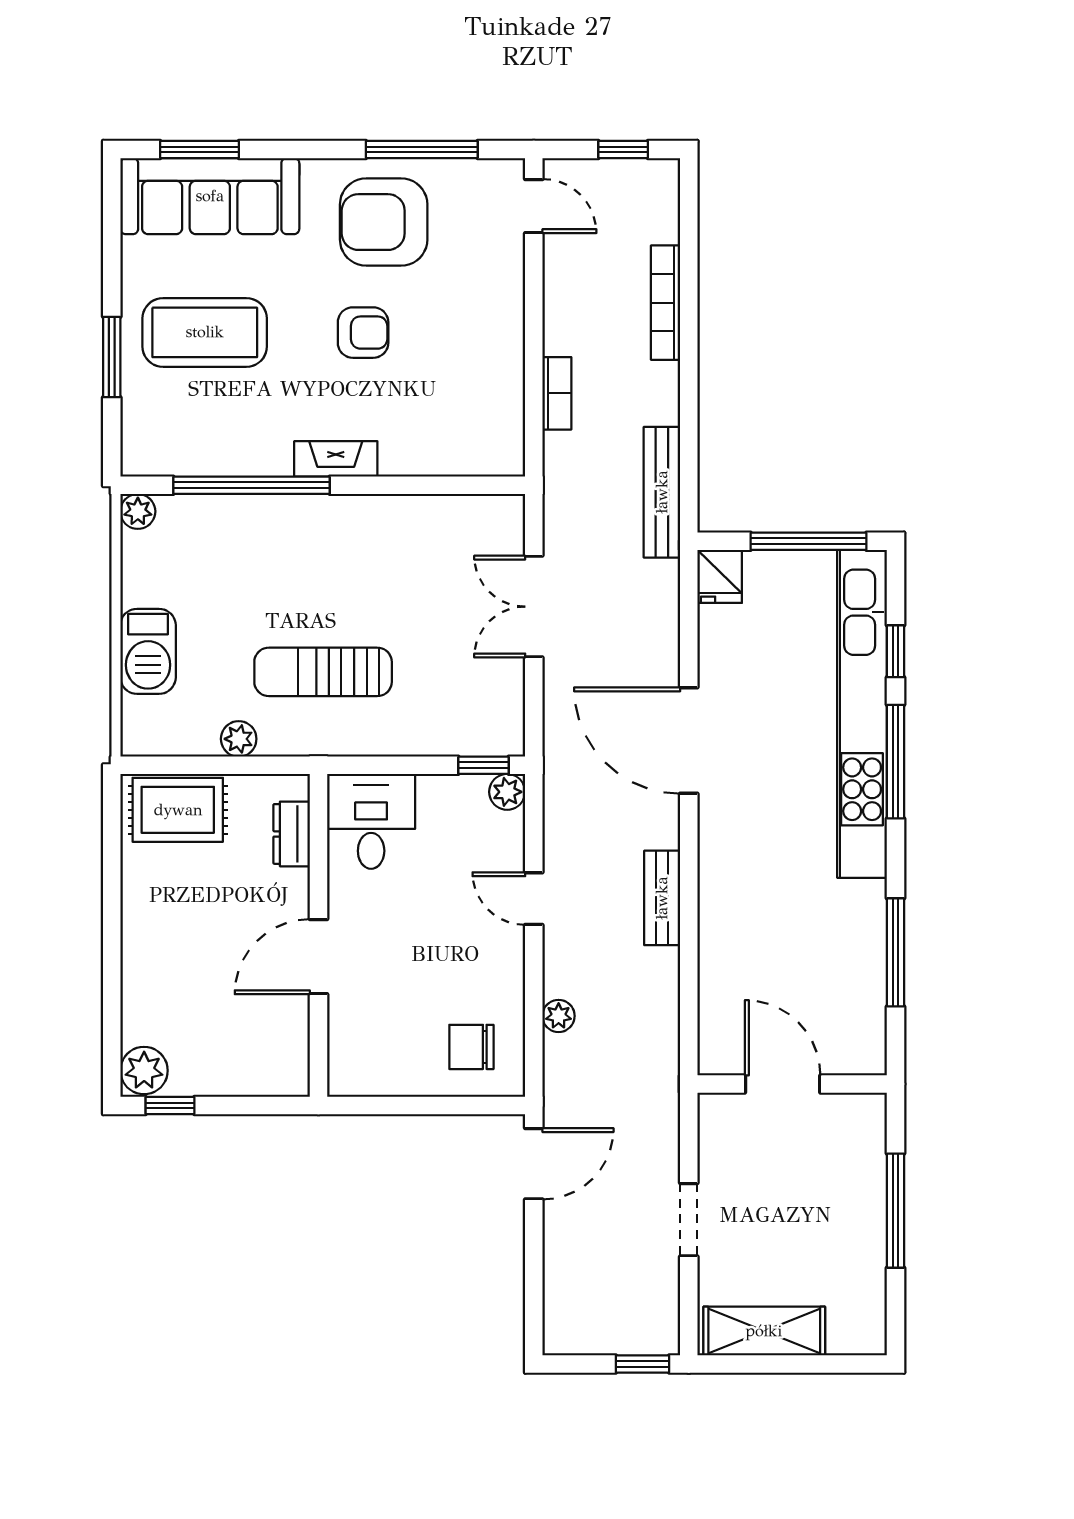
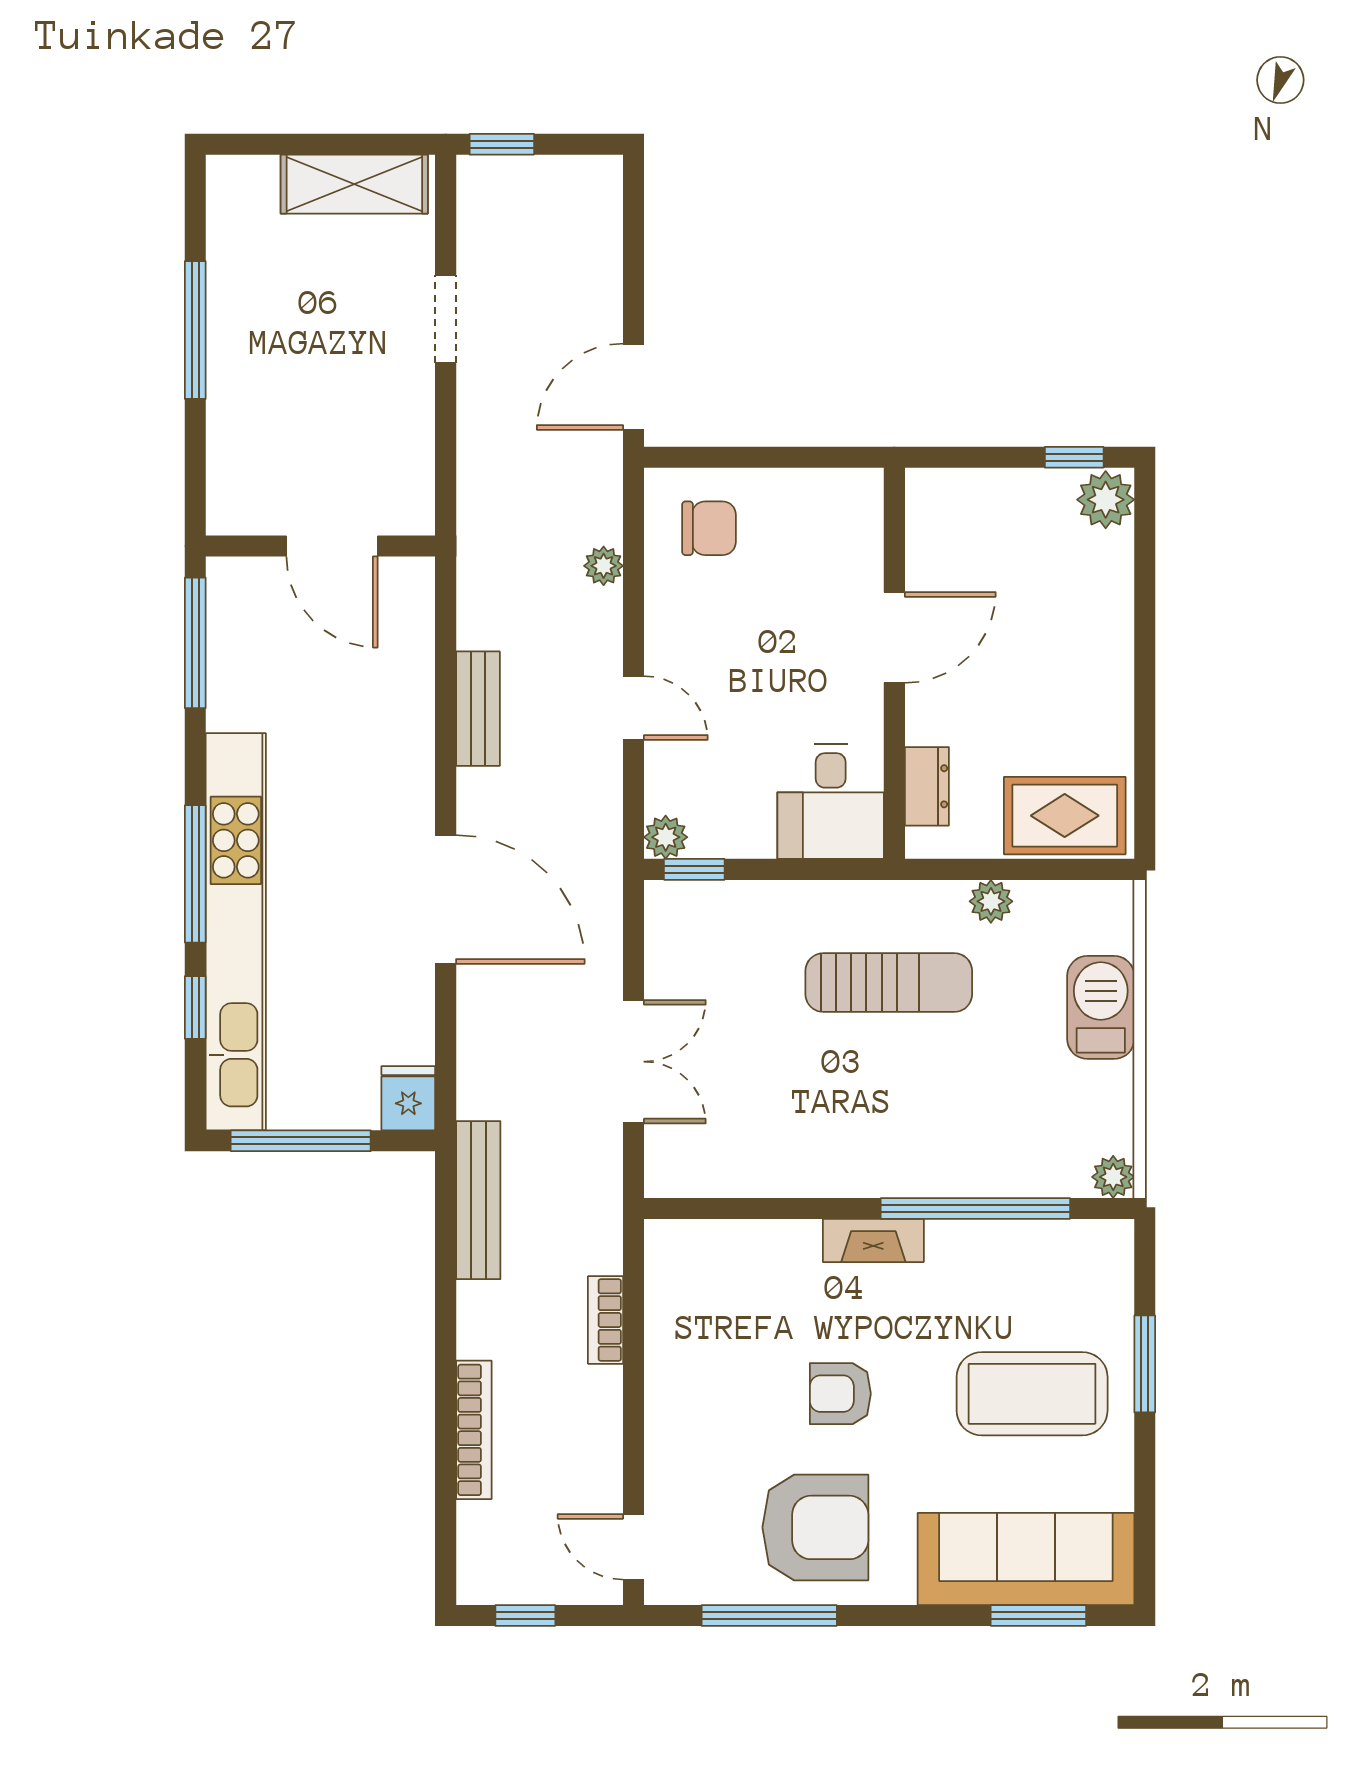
door: (783, 1084) -> (332, 546), moved
wall: (792, 1084) -> (320, 546), moved

